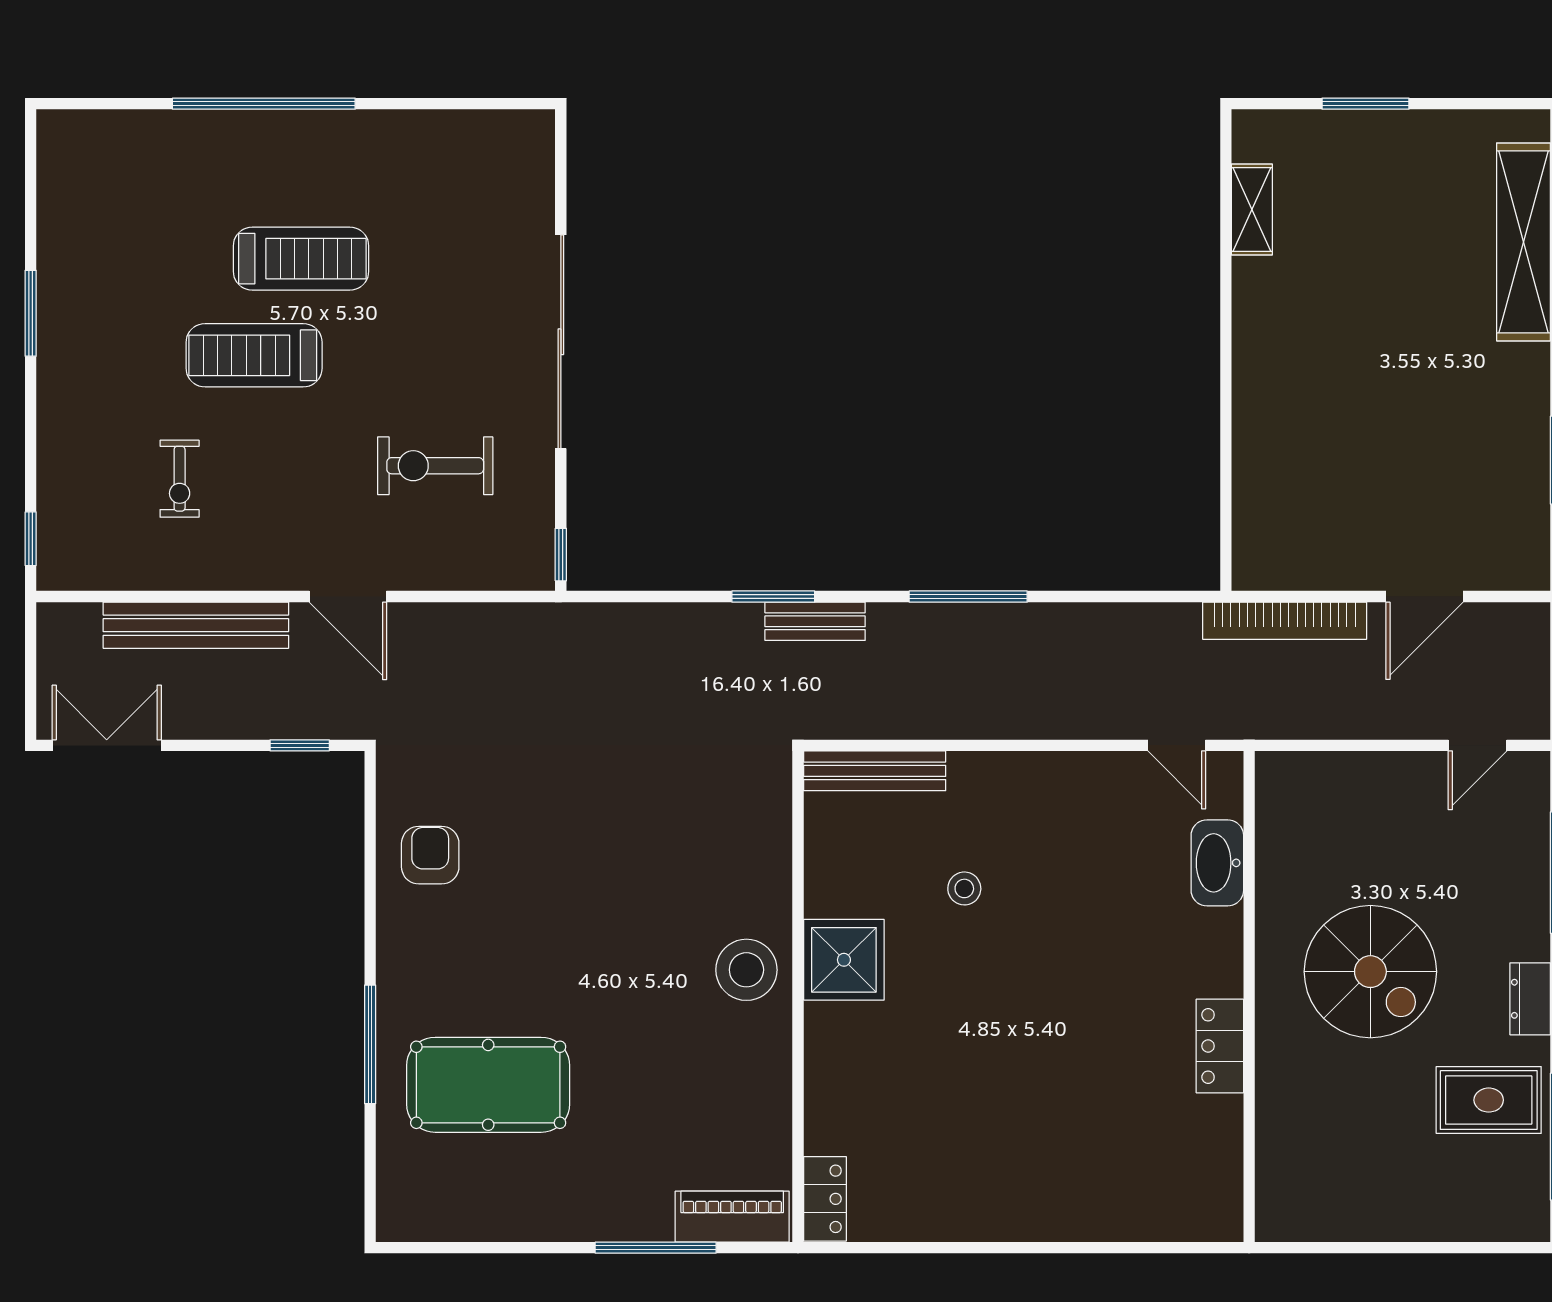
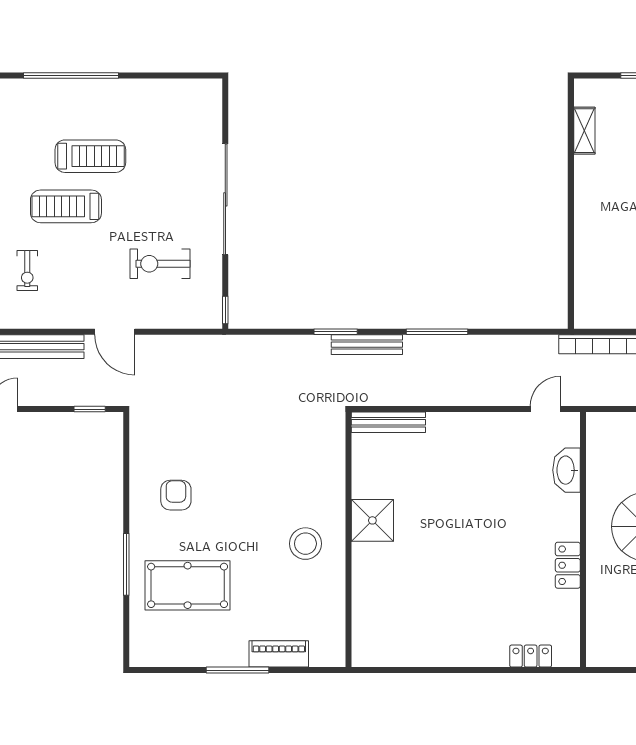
bench: (815, 621) -> (367, 345), width x1.36
door: (1177, 745) -> (545, 409), swing flipped
armchair: (430, 855) -> (176, 495), moved
stool: (964, 888) -> (435, 483), removed
stool: (746, 970) -> (305, 544), moved
locker: (825, 1199) -> (531, 656), moved, turned -90
piano: (732, 1217) -> (279, 654), moved
window: (656, 1248) -> (238, 670), moved

